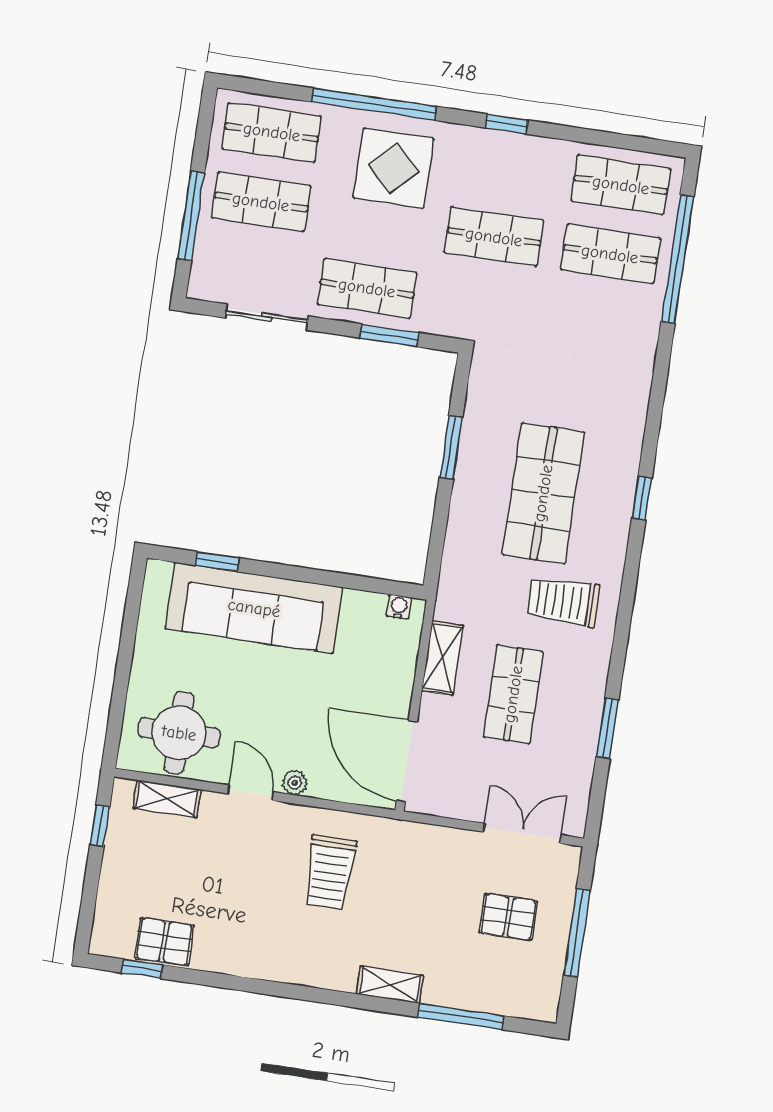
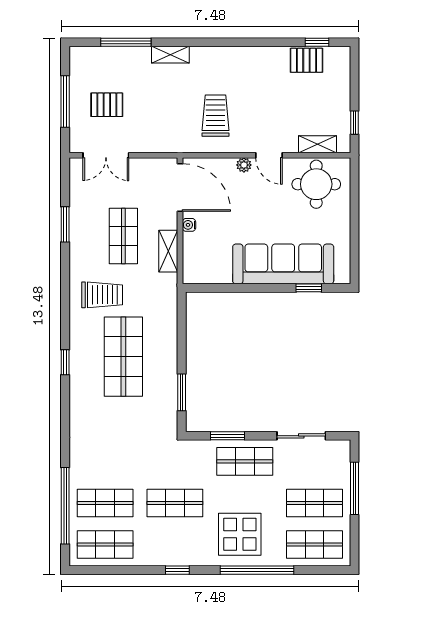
window: (451, 447) -> (182, 392), moved
water cooler: (399, 607) -> (189, 225), moved, turned 90

